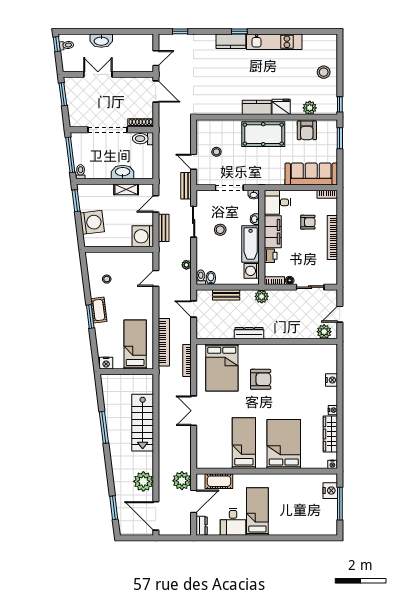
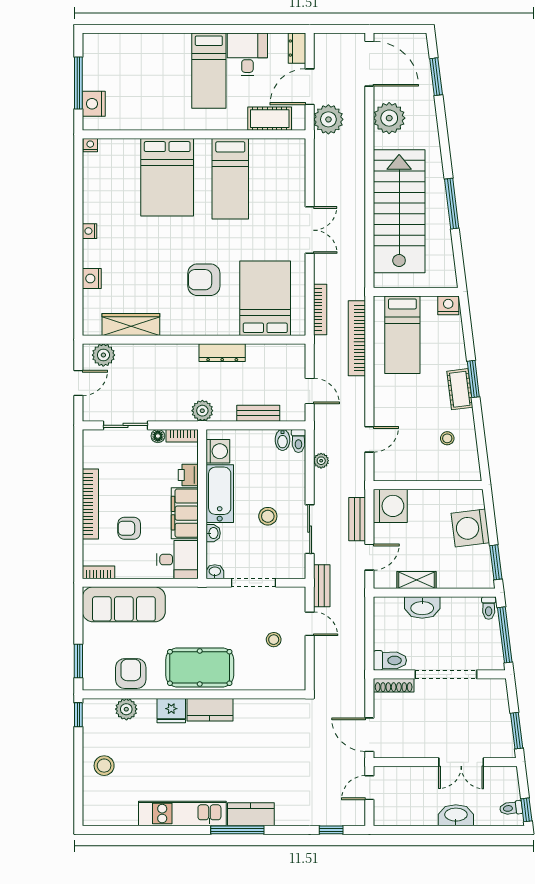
window: (239, 31) -> (237, 830), width x2.17
stairs: (143, 423) -> (399, 211), width x1.36, depth x1.51
wardrobe: (330, 434) -> (131, 325), moved, turned -90

